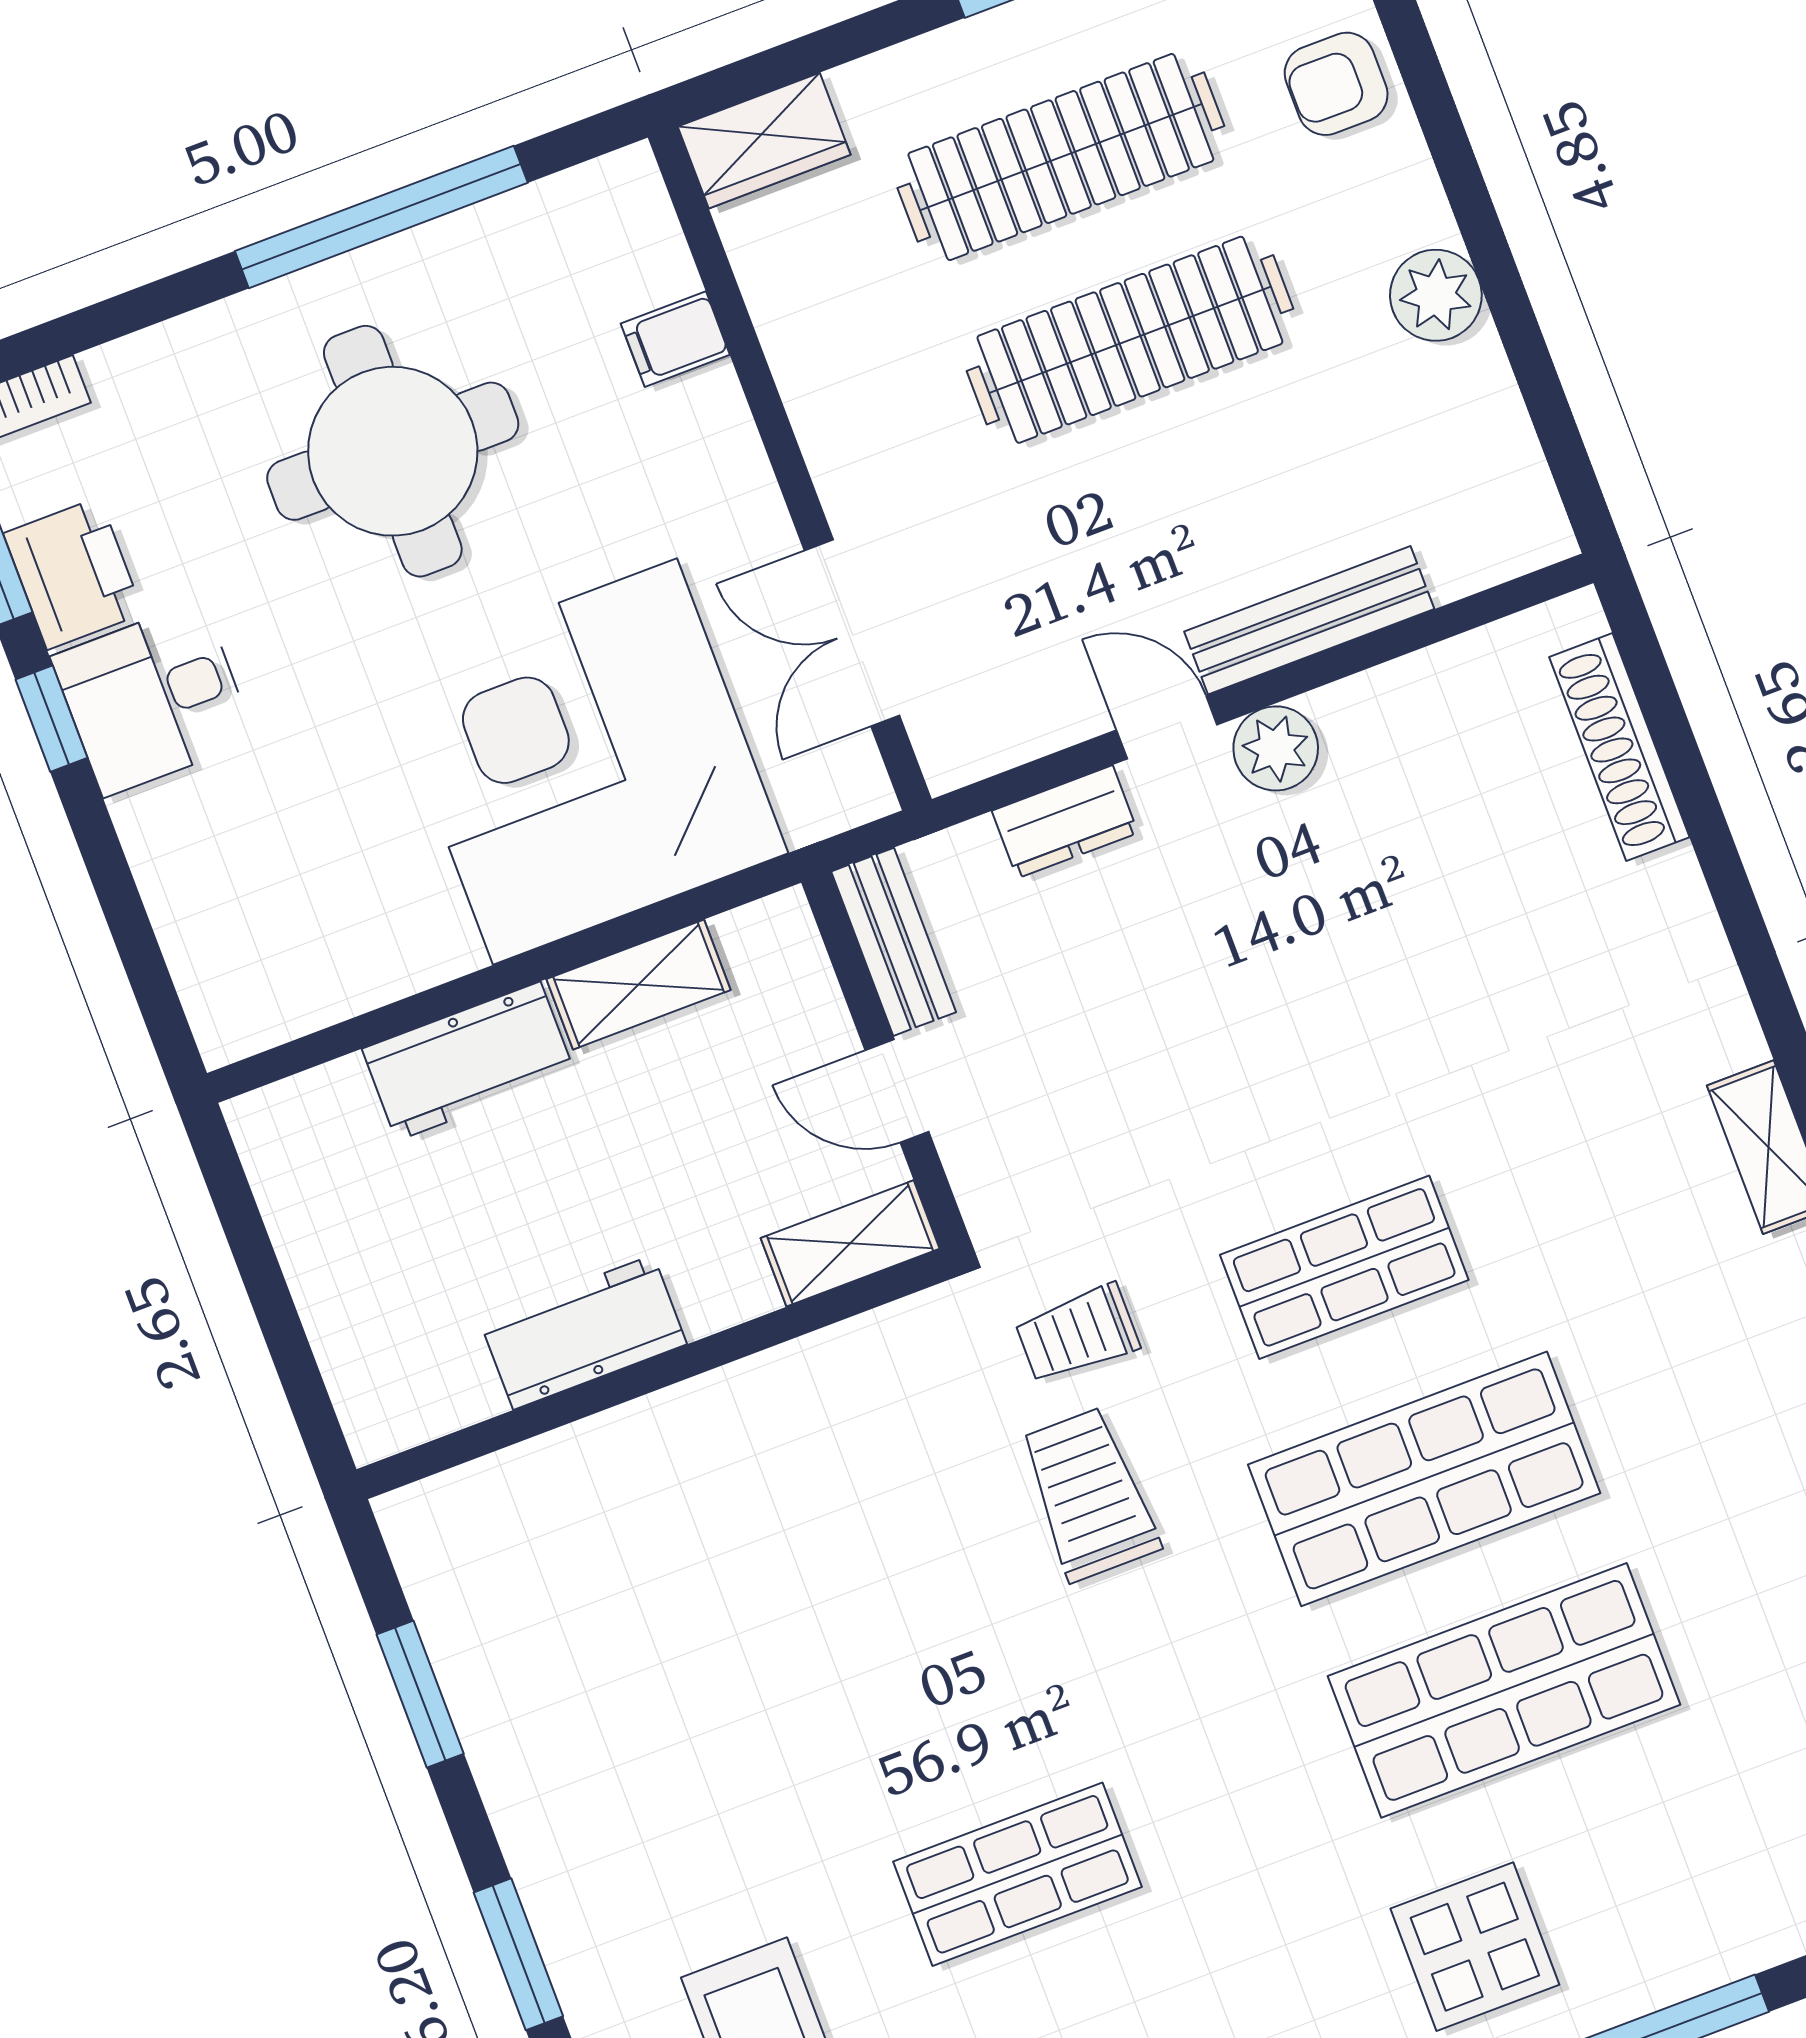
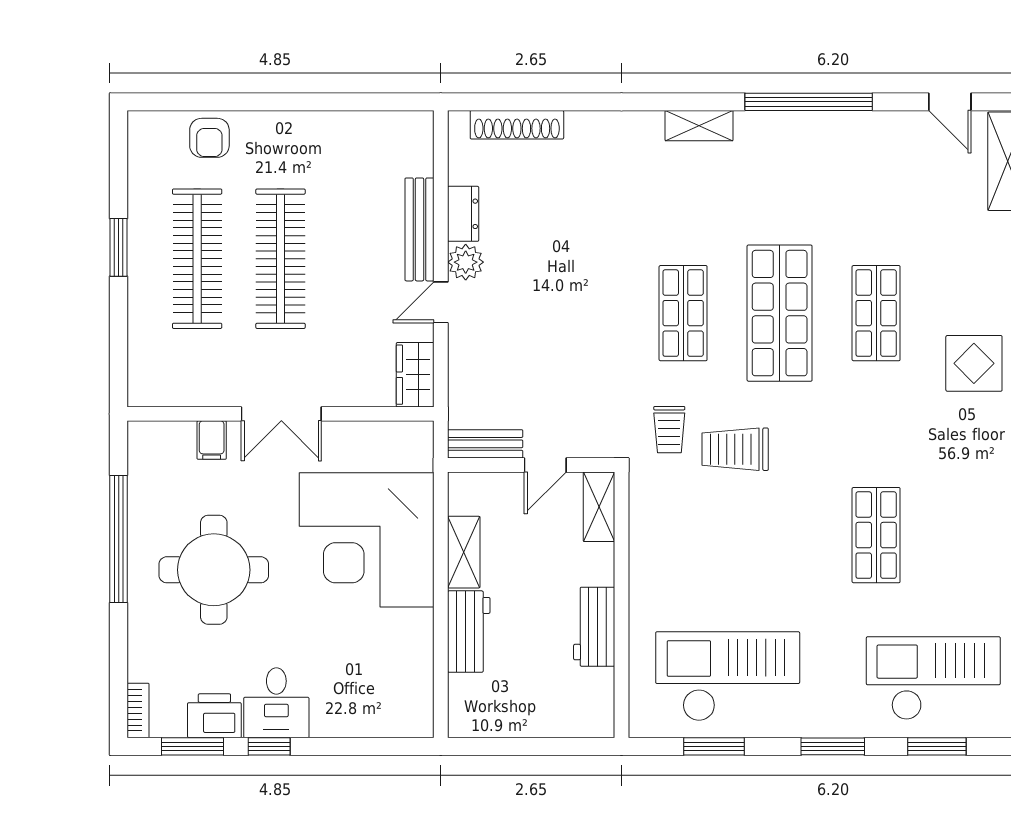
wardrobe: (764, 141) -> (415, 375), moved, turned 180
plant: (1436, 295) -> (309, 130), removed
double door: (852, 633) -> (281, 414), moved
dresser: (1065, 822) -> (463, 214), moved
checkout: (585, 1666) -> (728, 676), added
shop shelf: (1504, 1690) -> (876, 313), width x0.70, depth x0.74

